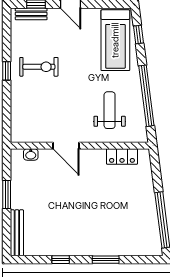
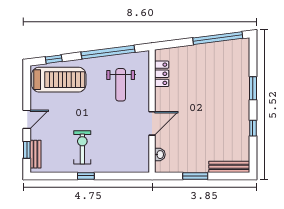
weight bench: (110, 110) -> (121, 85), turned -90

